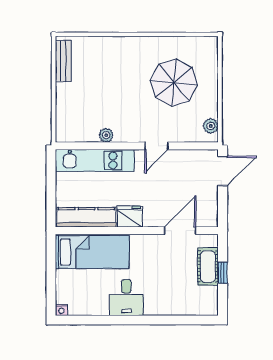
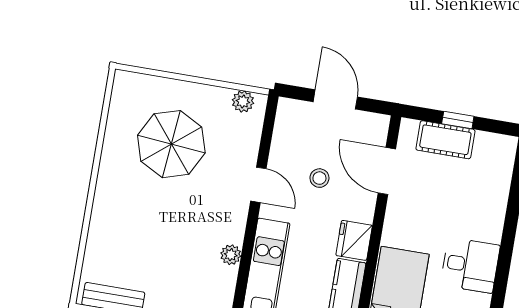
door: (223, 171) -> (335, 99), moved
stool: (168, 186) -> (319, 178), added

